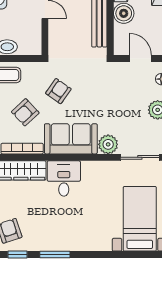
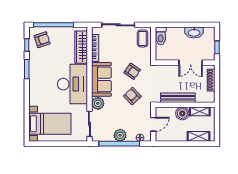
armchair: (25, 112) -> (132, 96), moved
desk: (64, 178) -> (72, 84), width x1.87, depth x1.30

